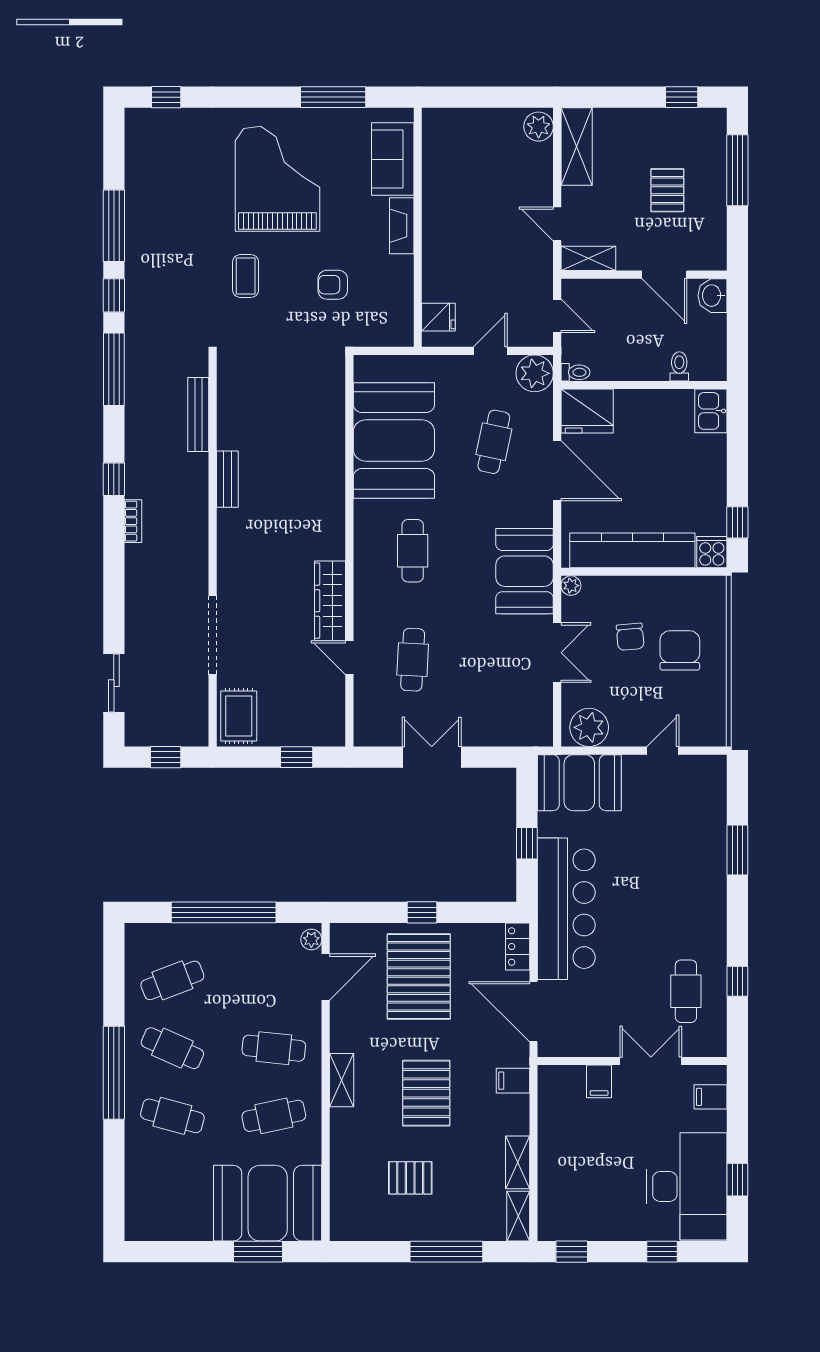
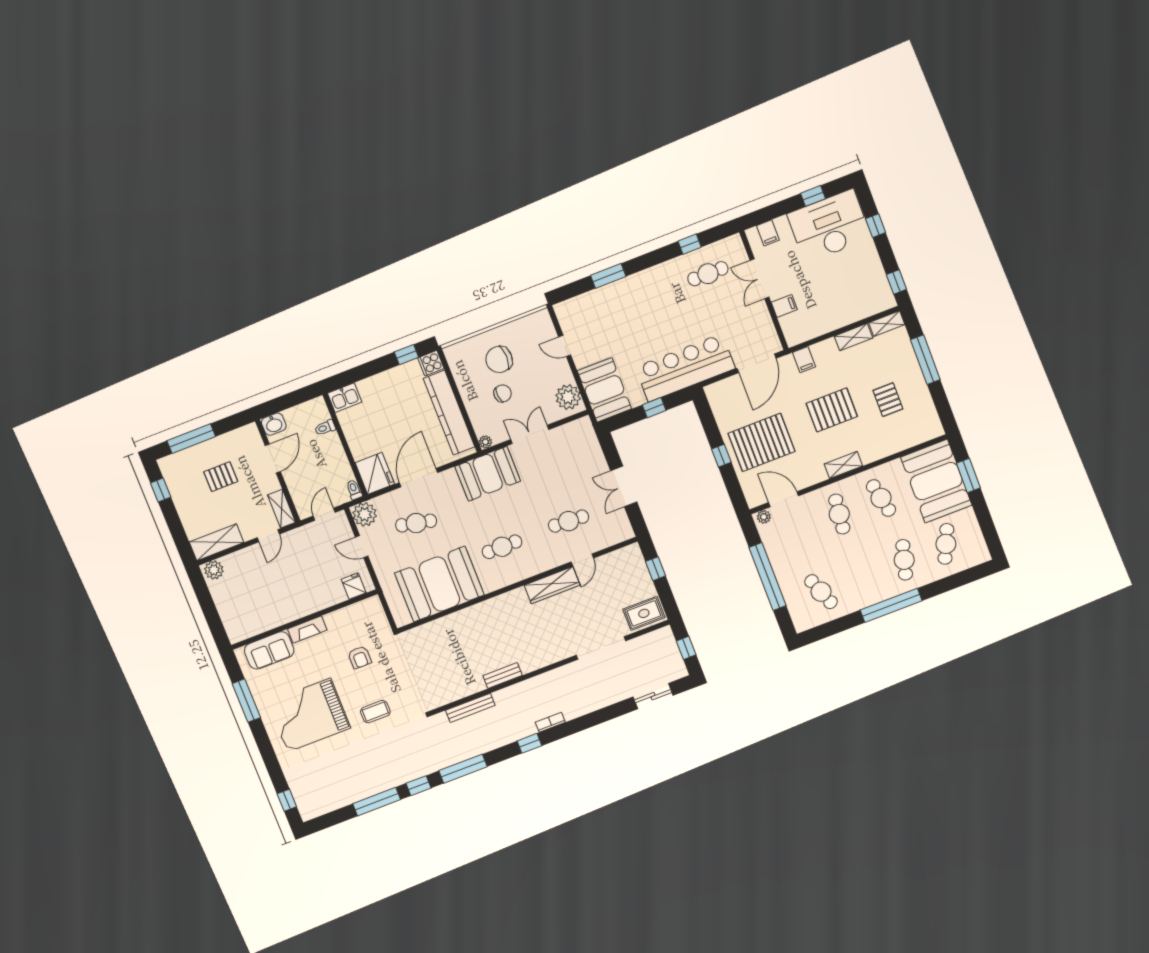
locker: (518, 947) -> (720, 389), removed
cafe table: (172, 1048) -> (946, 544), moved

